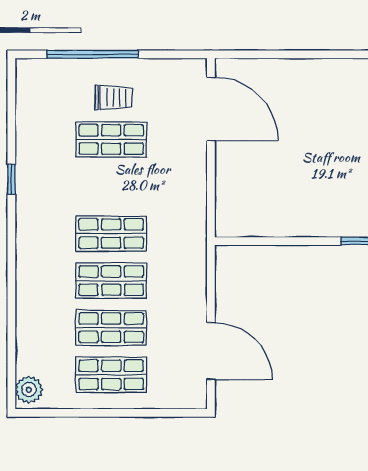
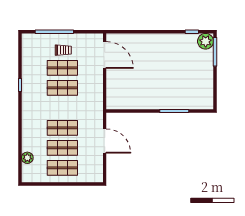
shop shelf: (111, 234) -> (62, 88), moved
door: (211, 351) -> (105, 141), moved
plant: (29, 390) -> (27, 158), moved

